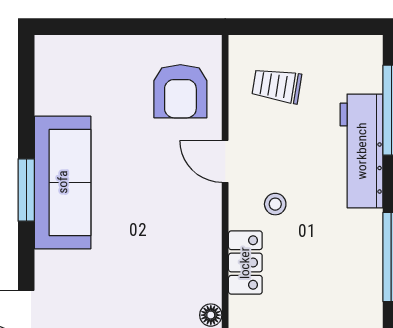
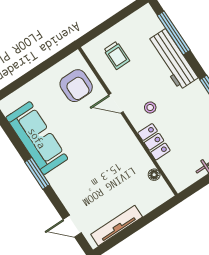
trolley: (277, 86) -> (117, 55), turned -99
sofa: (63, 182) -> (37, 138), moved

